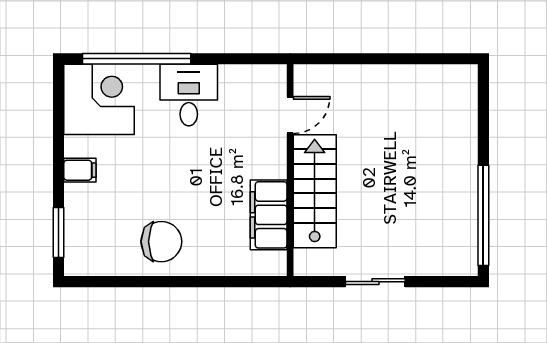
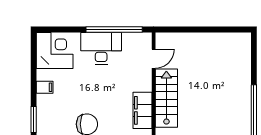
window: (137, 59) -> (114, 29), moved
desk: (189, 95) -> (101, 48), width x1.37

